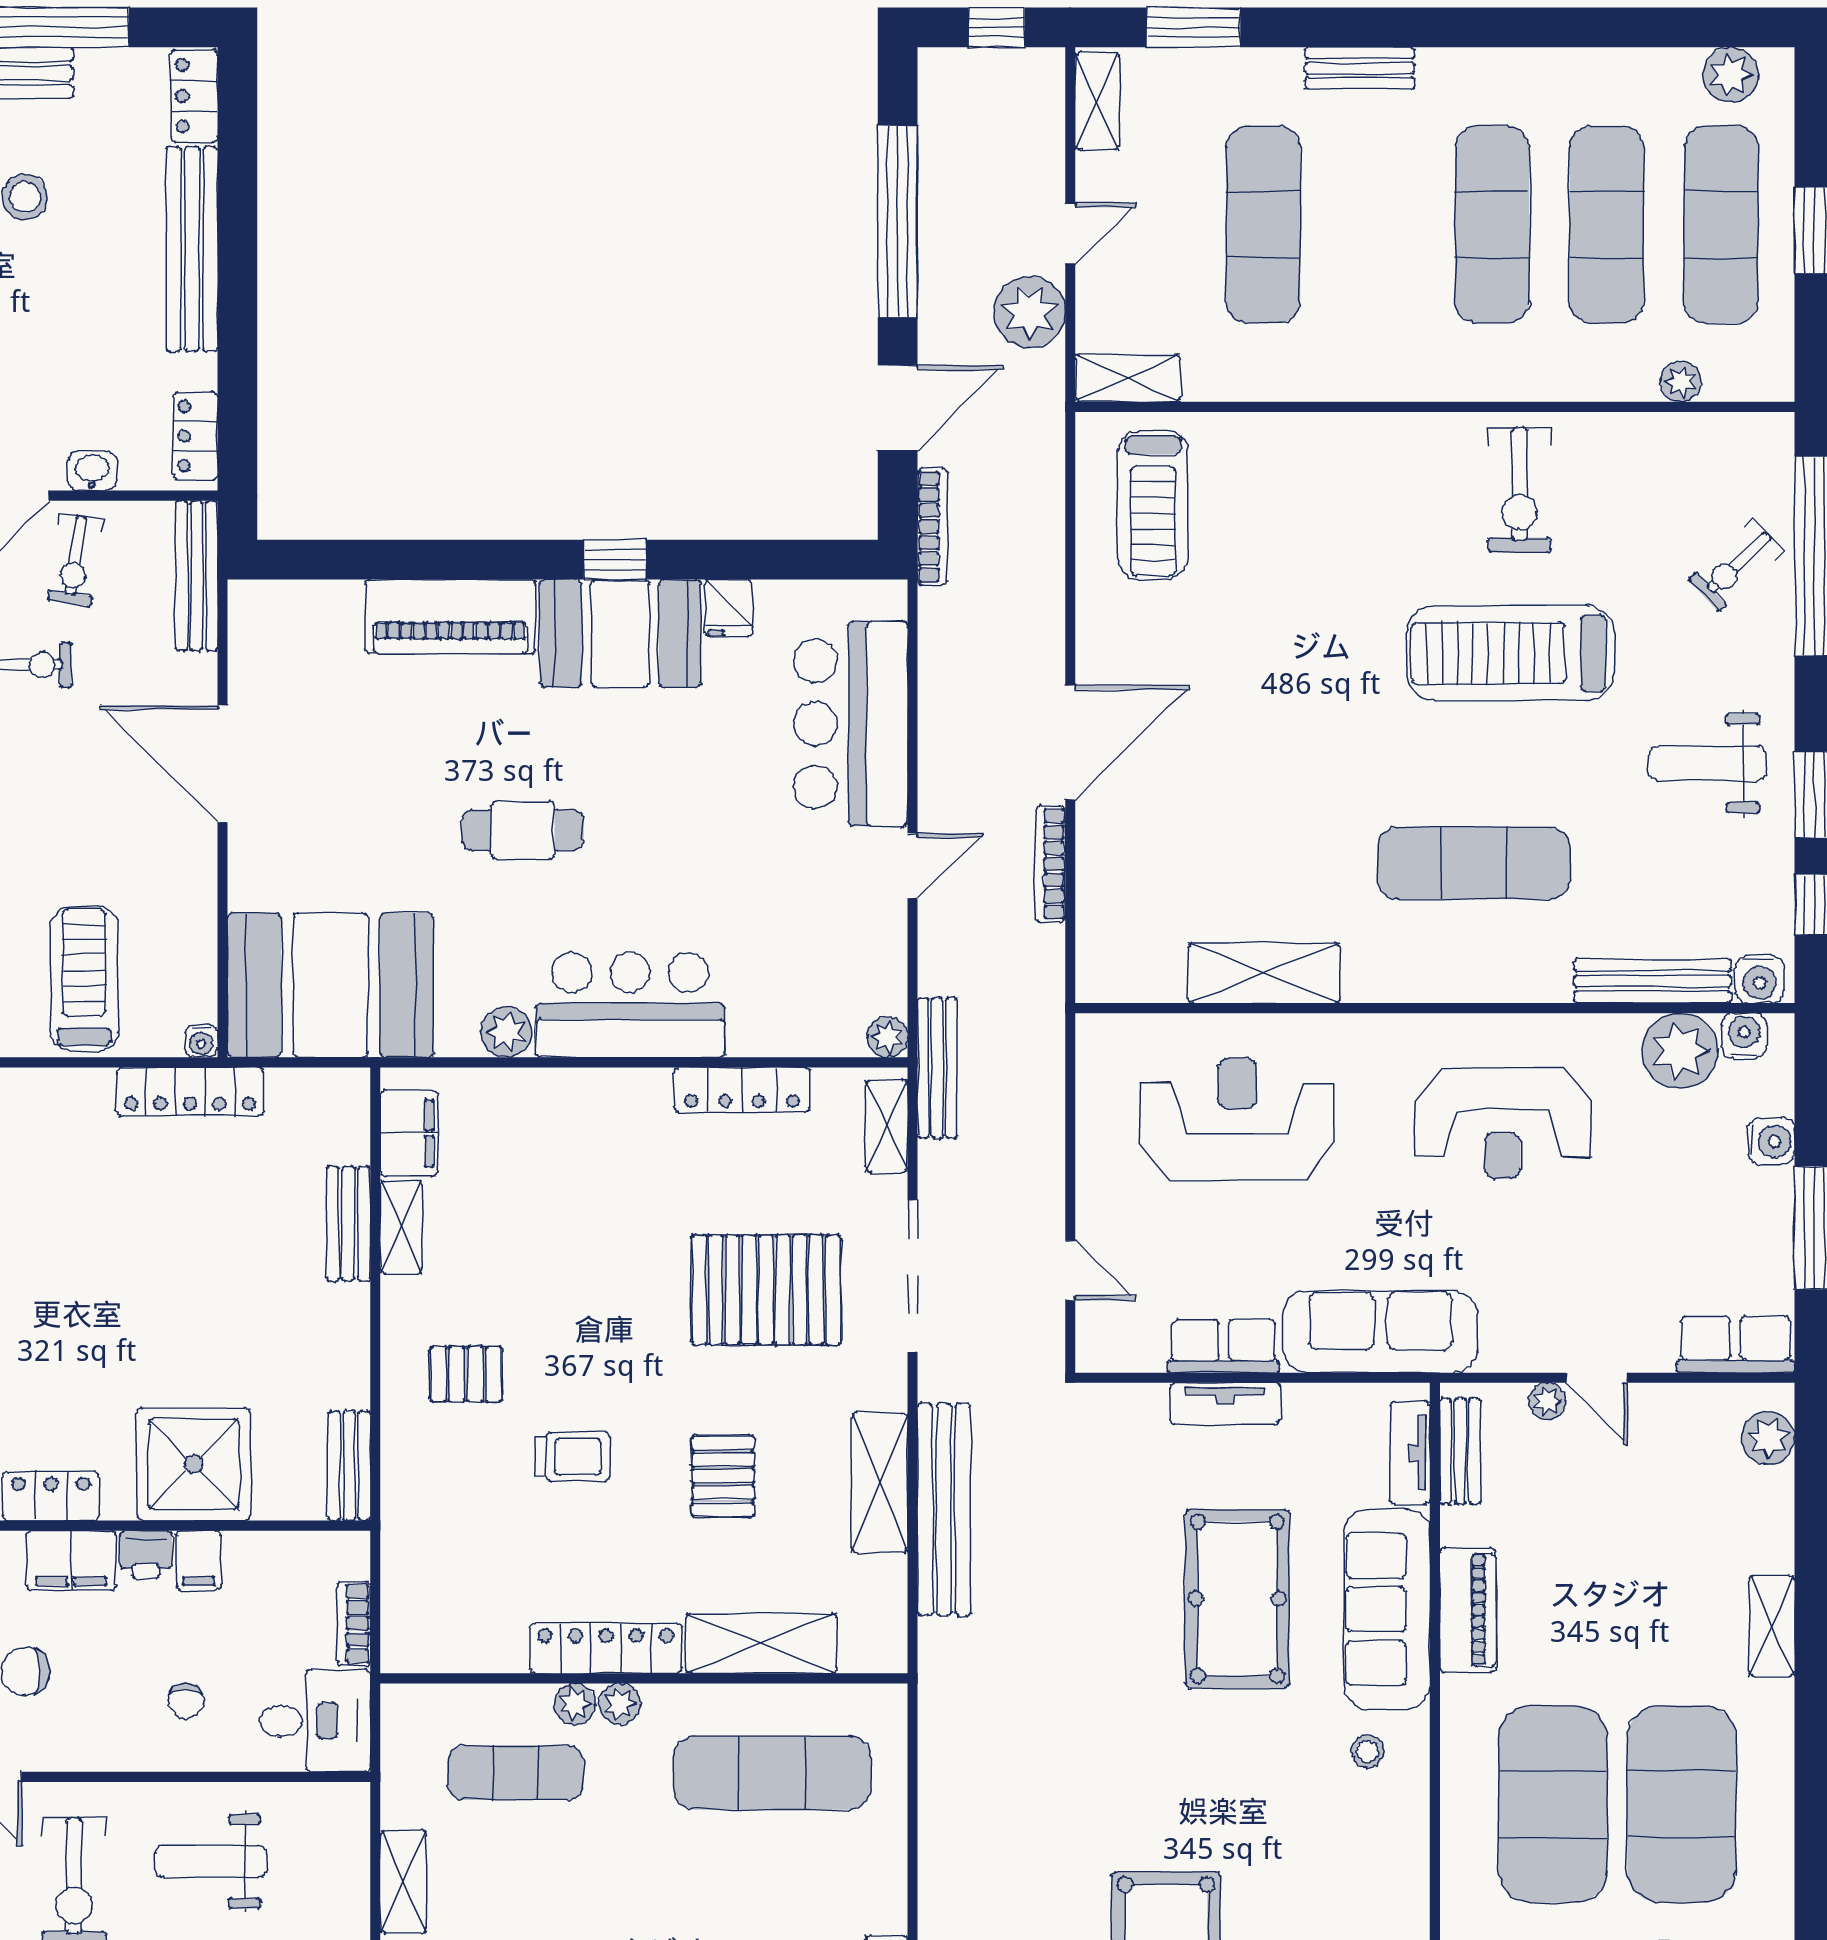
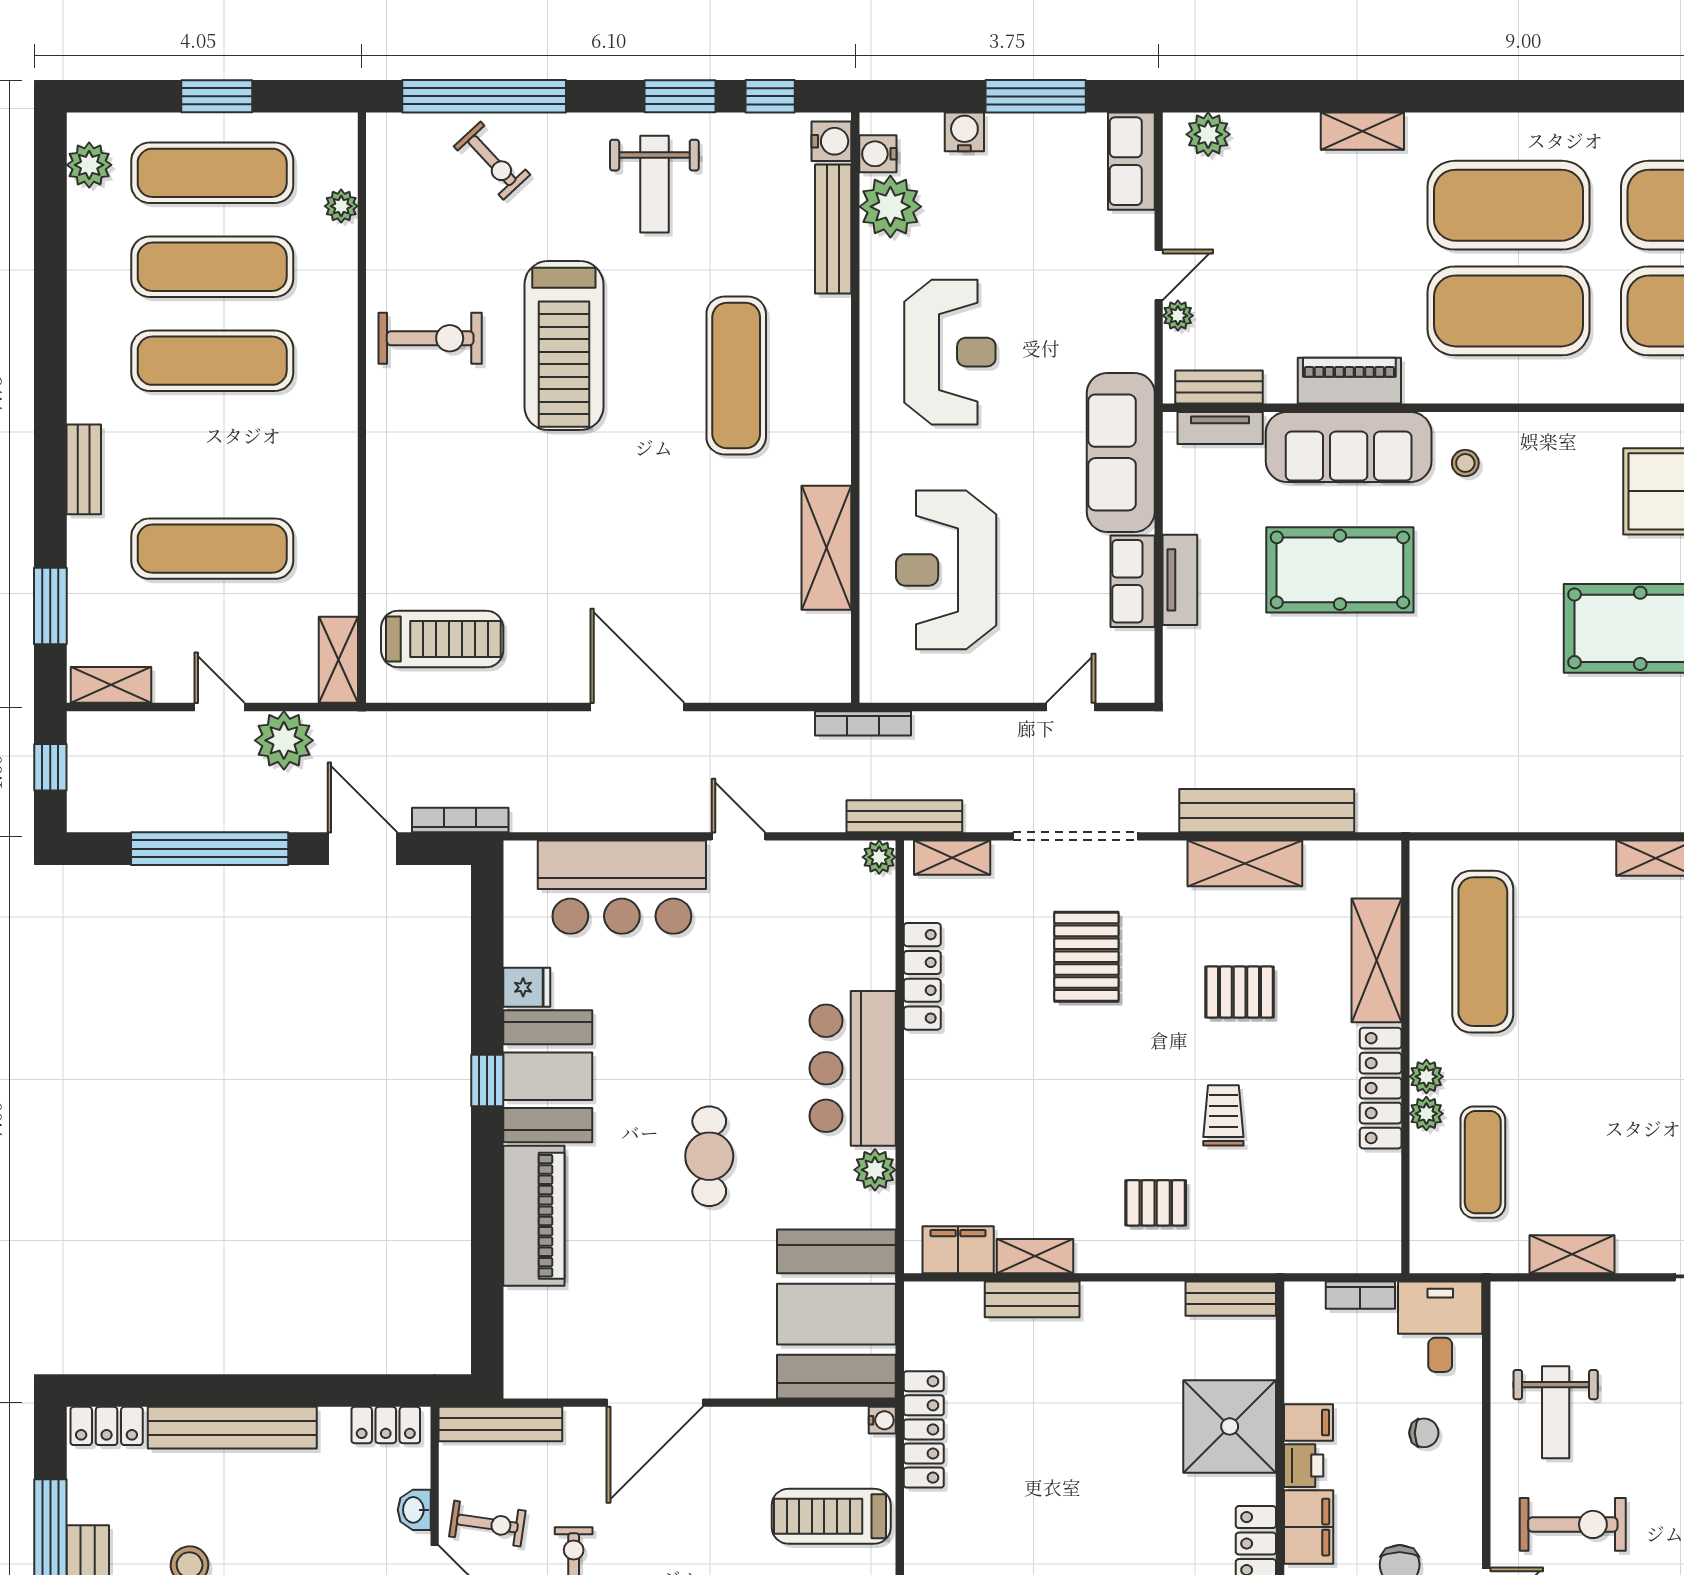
bookcase: (1050, 864) -> (863, 723), moved
pallet: (766, 1290) -> (1086, 957), width x0.73, depth x0.71
pallet: (466, 1374) -> (1156, 1203), turned 90

